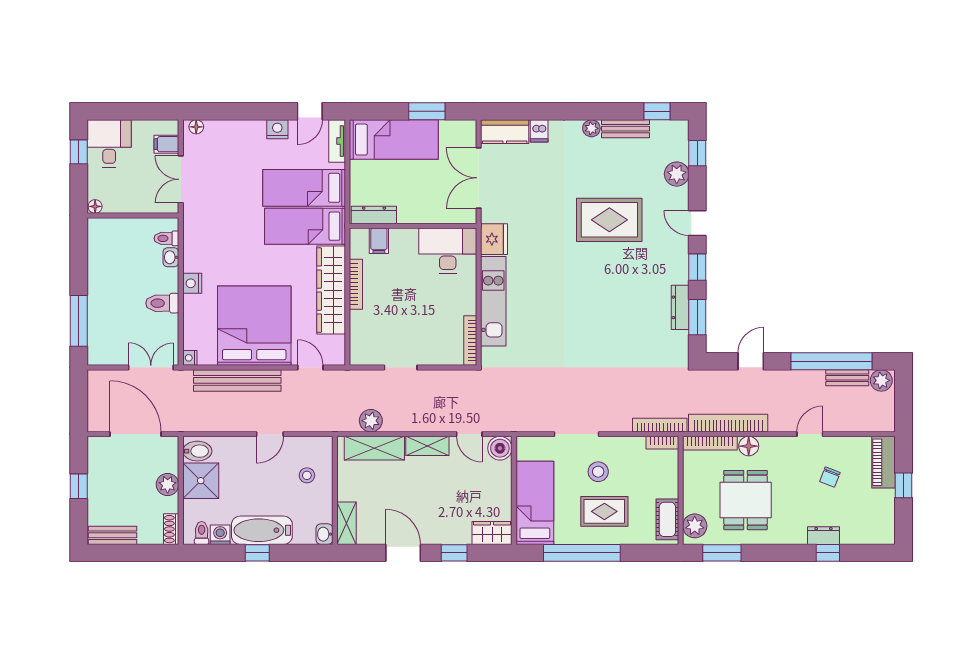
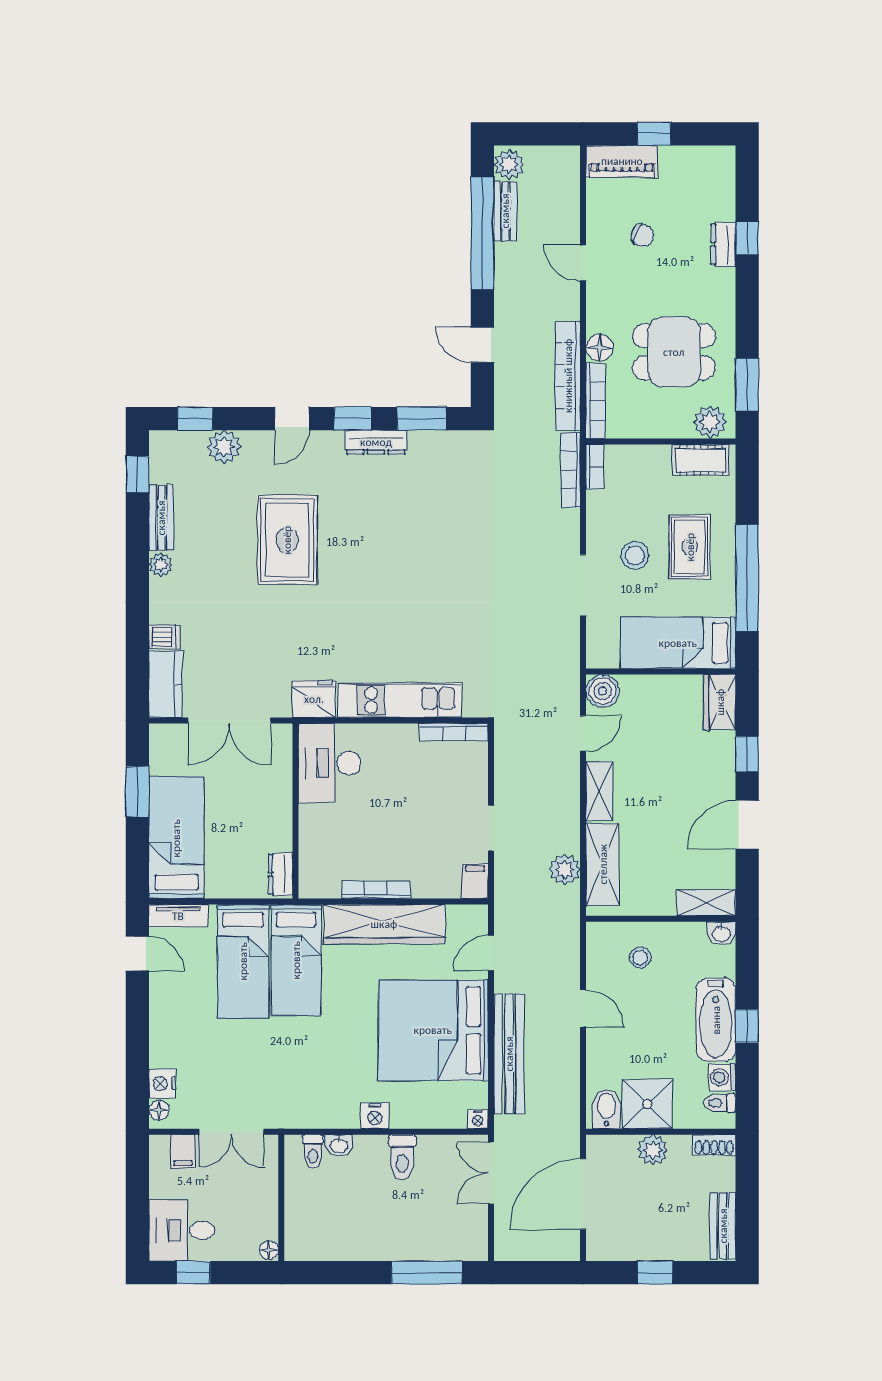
nightstand: (277, 129) -> (162, 1084), moved
dresser: (374, 215) -> (281, 874), width x0.70
filing cabinet: (379, 241) -> (475, 881), moved, turned -90
dresser: (680, 307) -> (376, 442), moved

